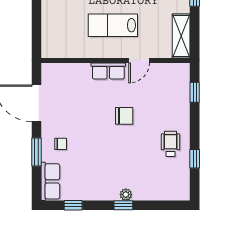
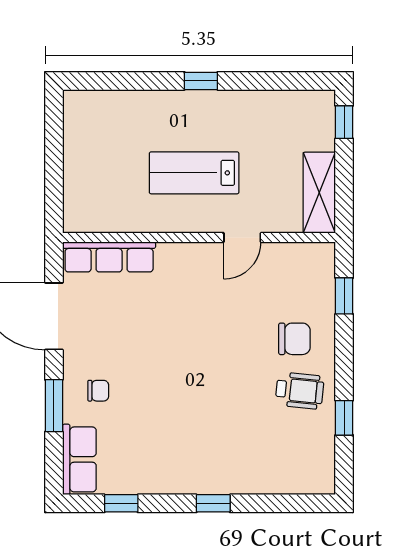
row of seats: (108, 71) -> (109, 257), moved, width x1.48
chair: (124, 116) -> (294, 339), moved
wheelchair: (170, 144) -> (300, 391), turned 96
plant: (126, 195) -> (218, 484), removed

